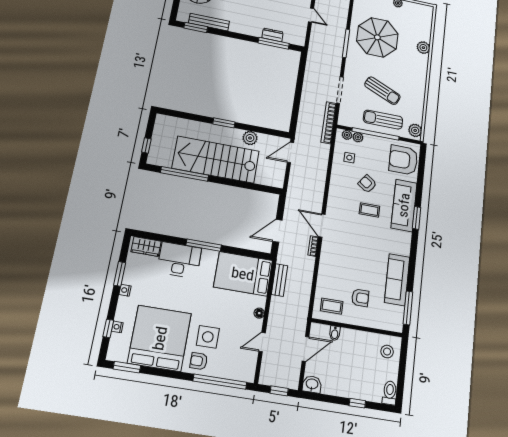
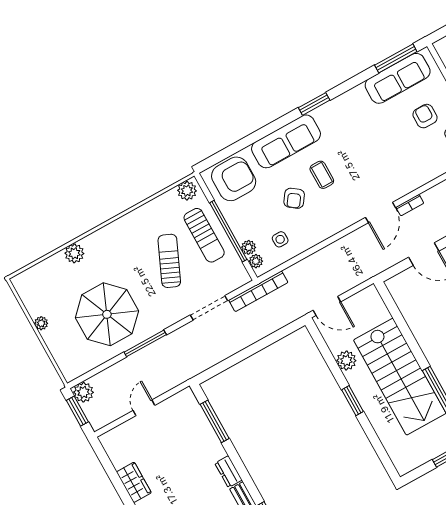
dresser: (273, 35) -> (228, 472), moved
armchair: (403, 160) -> (234, 179), turned -90
window: (417, 218) -> (314, 104), moved
sofa: (397, 280) -> (398, 78), moved

